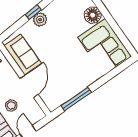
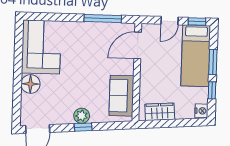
door: (29, 86) -> (138, 45), moved
stool: (11, 105) -> (167, 57), removed

